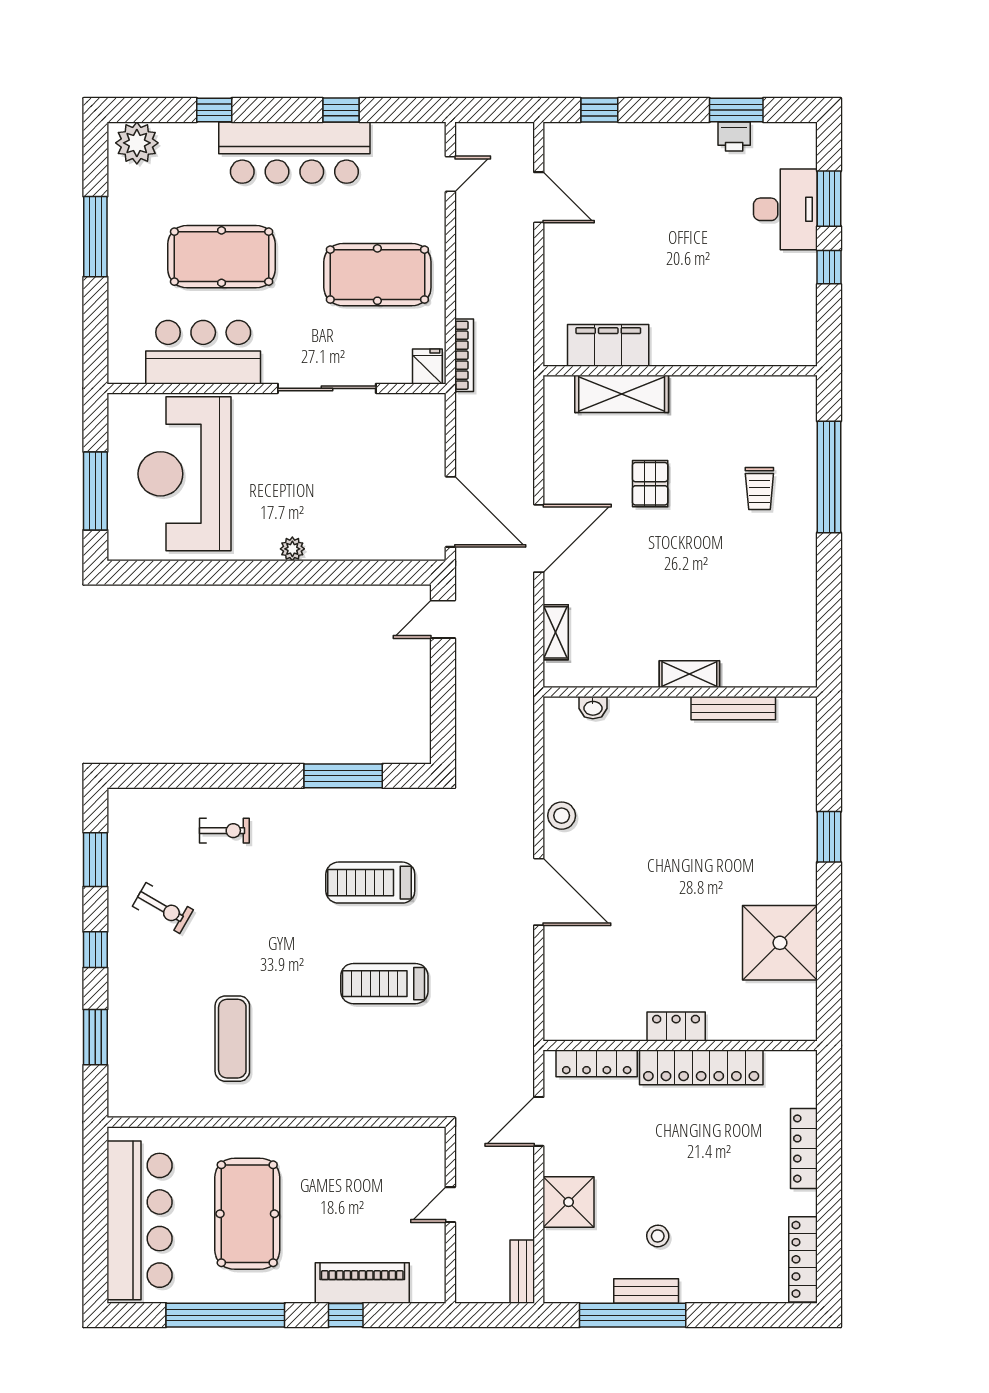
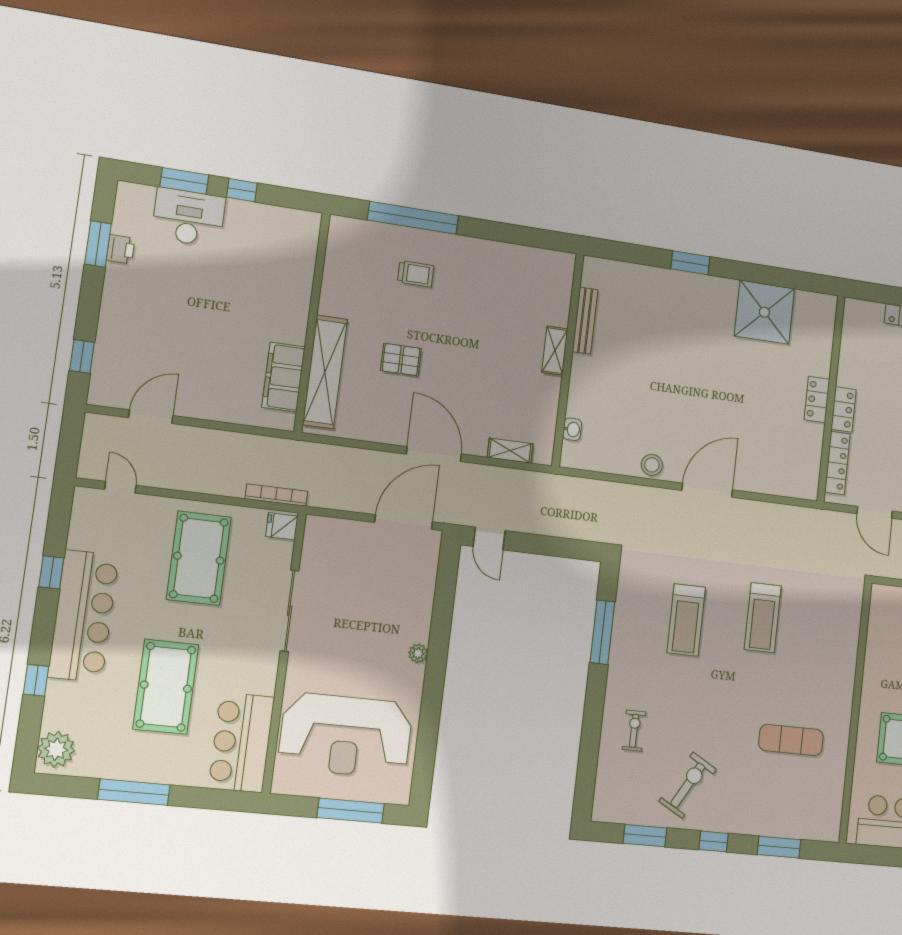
bar counter: (203, 352) -> (241, 742), moved
shelving: (622, 394) -> (325, 372), width x1.47
exercise bike: (163, 908) -> (688, 785), width x1.38, depth x1.39
locker: (701, 1067) -> (844, 409), width x0.46, depth x0.83

